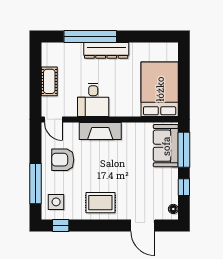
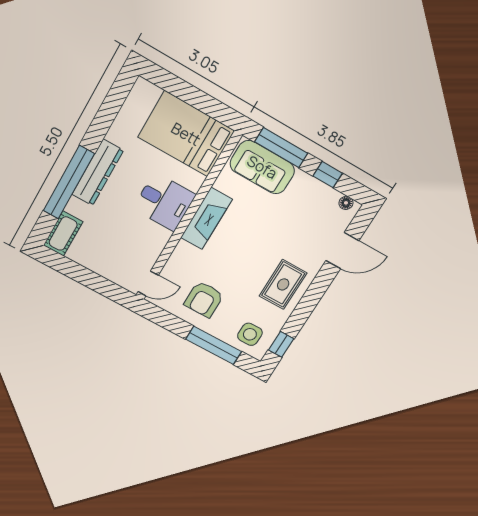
cot: (49, 81) -> (63, 234), moved, turned 90
desk: (93, 100) -> (164, 202), moved
fireplace: (100, 131) -> (206, 218), moved

